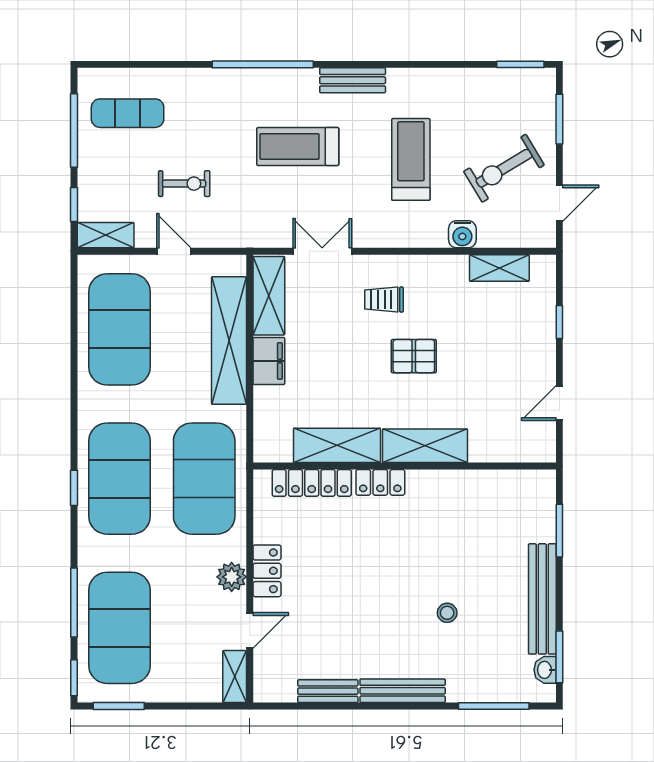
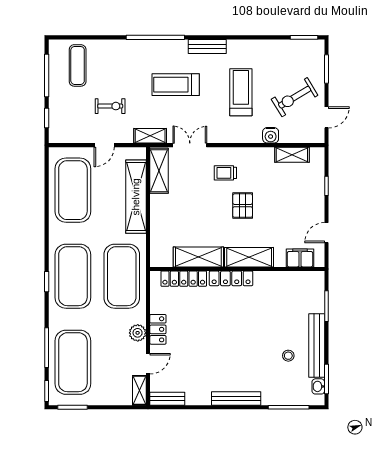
exercise mat: (128, 113) -> (78, 65), turned 90
shelving: (106, 235) -> (150, 136), moved
door: (174, 251) -> (104, 145), swing flipped
pallet: (414, 356) -> (243, 206), turned 90
filing cabinet: (269, 361) -> (300, 258), moved, turned -90
locker: (380, 482) -> (231, 278), width x1.53
stool: (447, 613) -> (288, 356), moved
bench: (328, 691) -> (167, 399), moved

